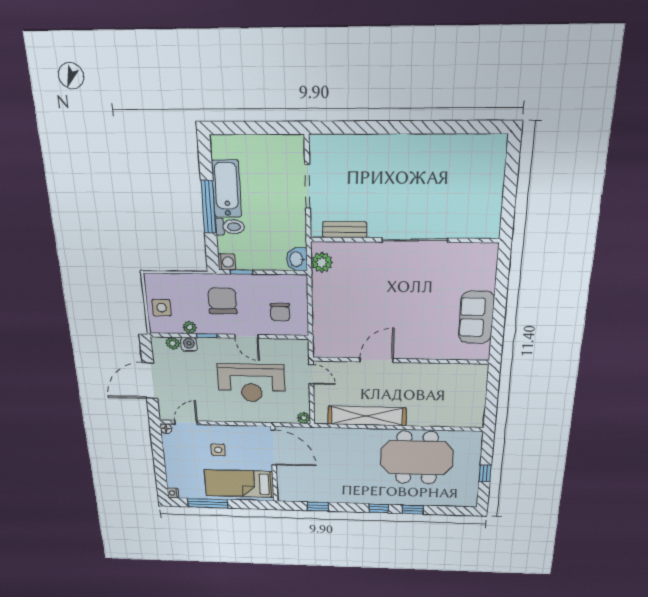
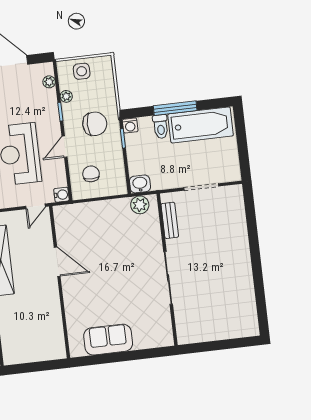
bathtub: (226, 189) -> (201, 125), width x1.36, depth x1.36
chair: (280, 312) -> (91, 174), turned 90
water cooler: (189, 344) -> (61, 195), moved

